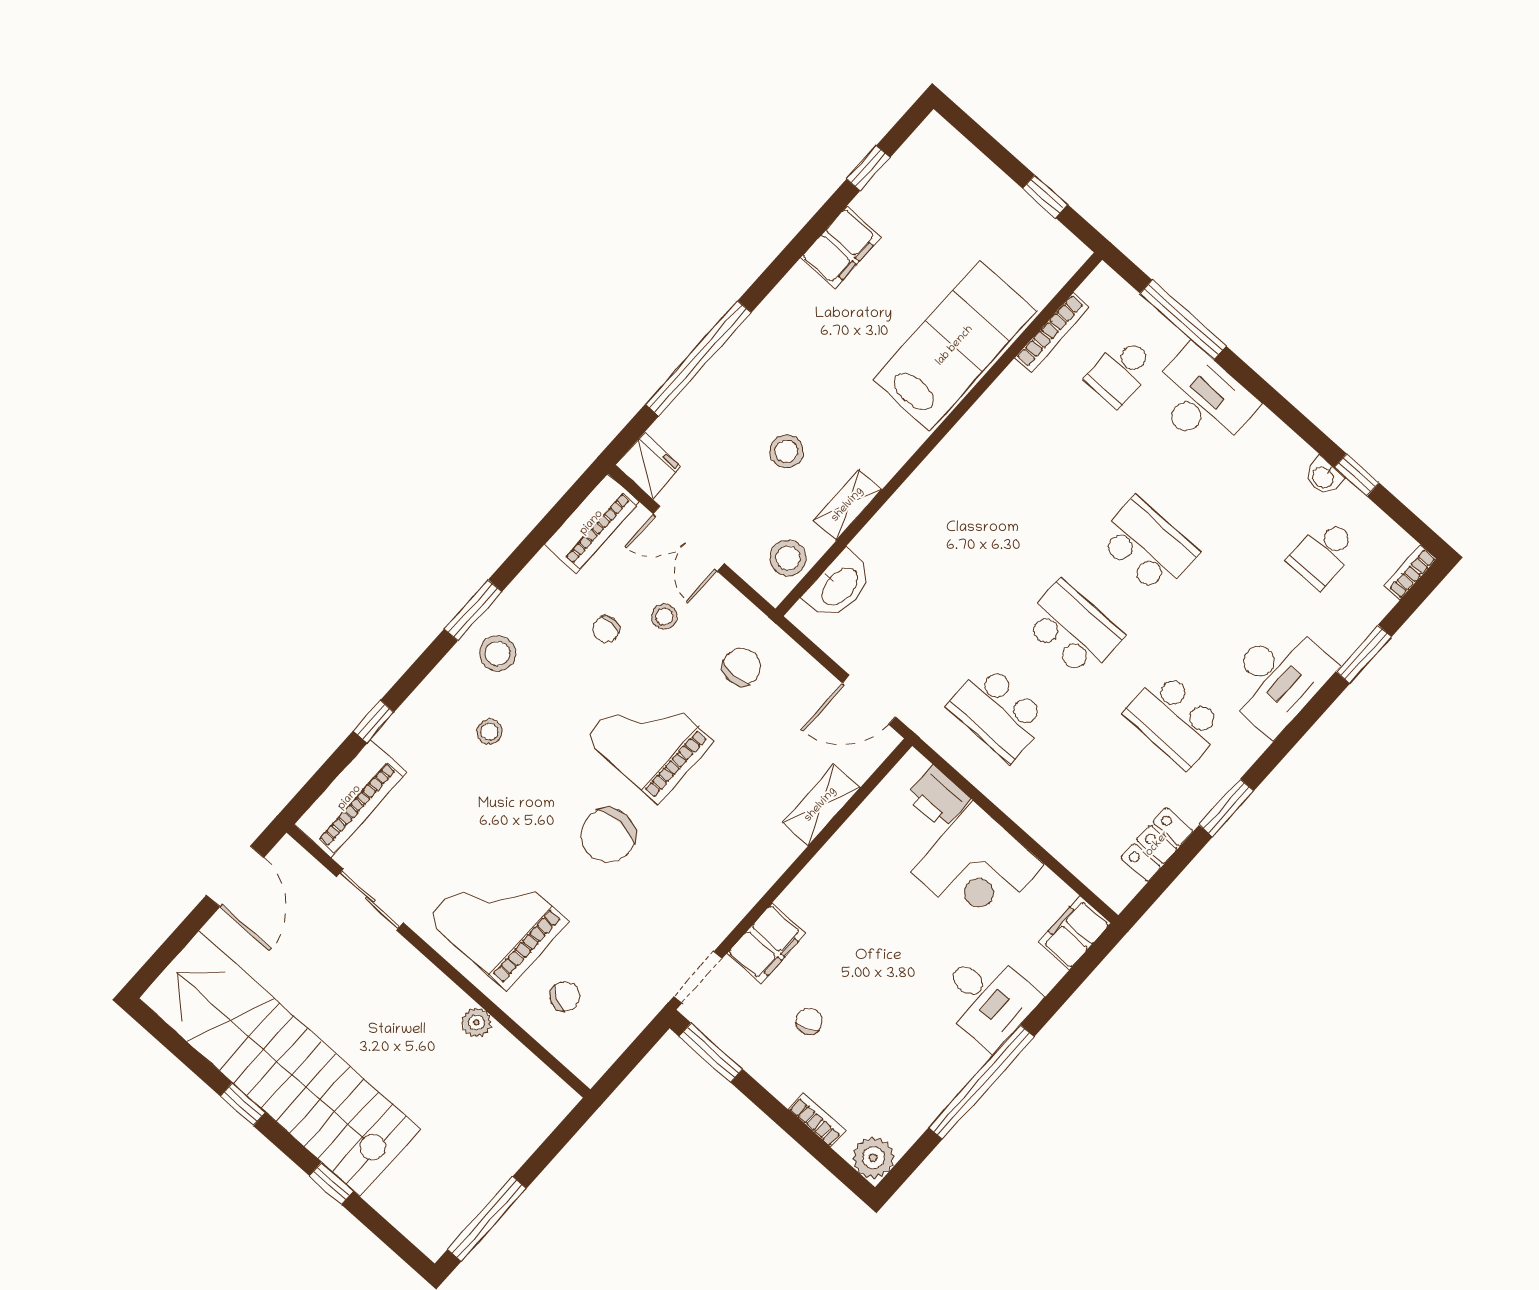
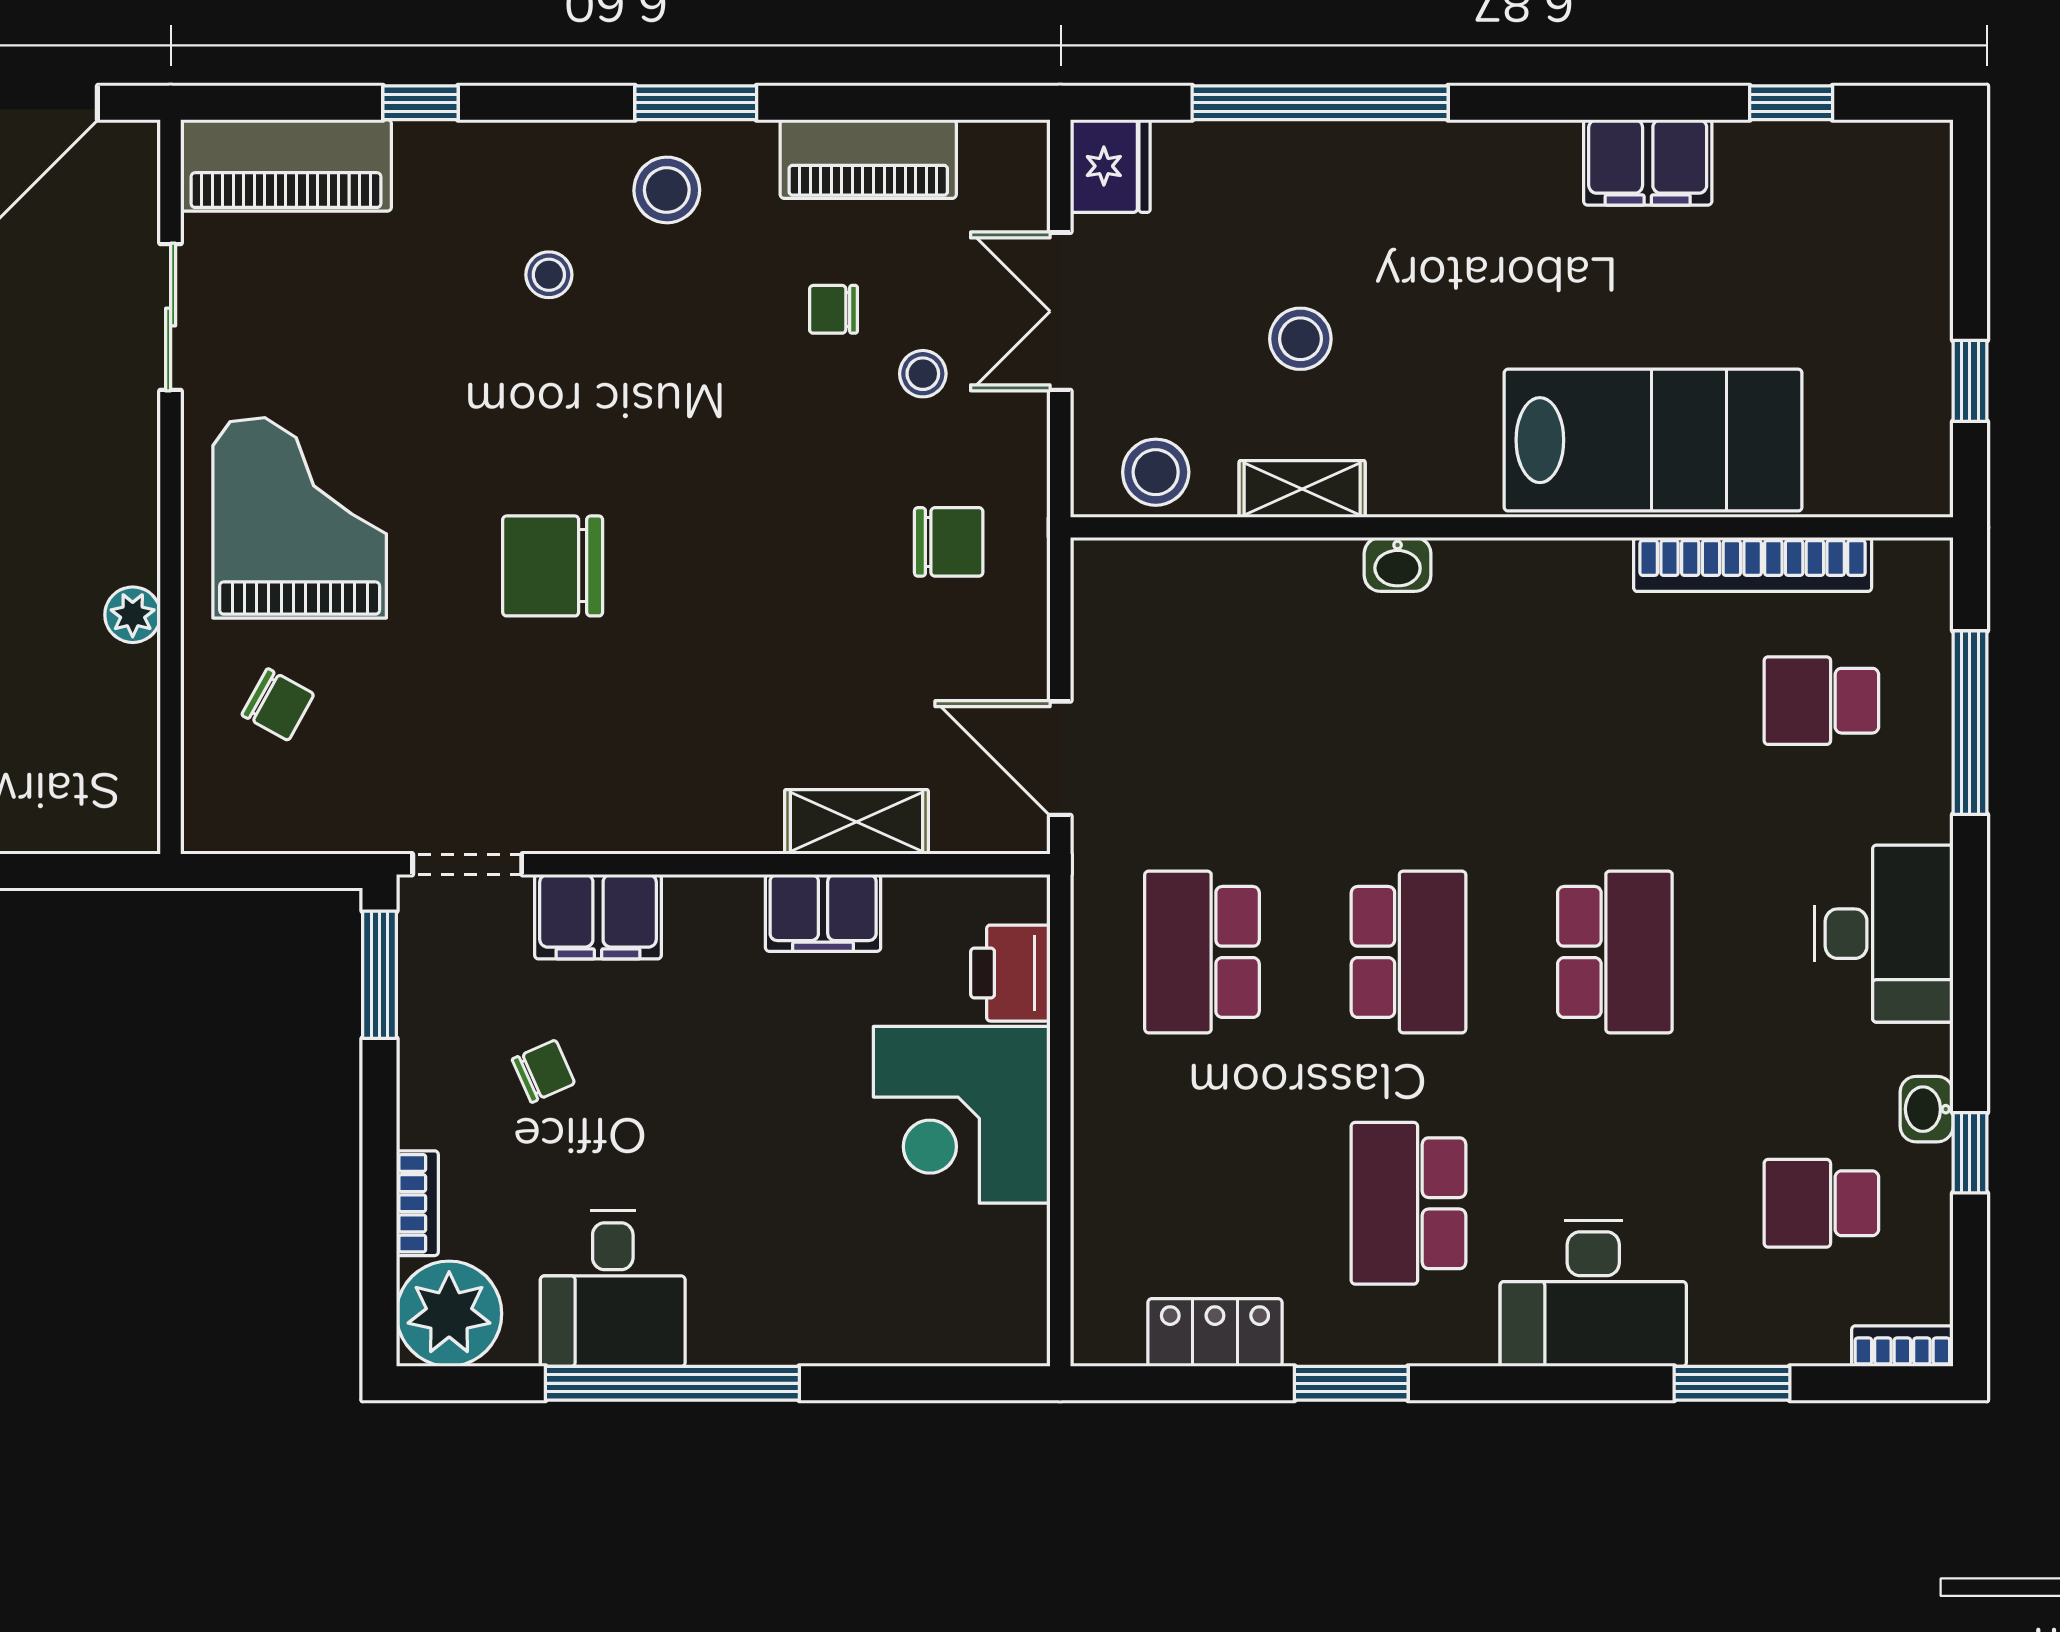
bookcase: (1052, 332) -> (1753, 564), width x1.48, depth x1.31
desk: (1202, 399) -> (1884, 934), moved
piano: (592, 523) -> (868, 159), moved
washbasin: (839, 586) -> (1398, 564), moved, width x0.52, depth x0.69
grand piano: (649, 740) -> (734, 505), removed
filing cabinet: (1075, 933) -> (823, 913), moved, turned 180
desk: (987, 998) -> (613, 1288), moved
plant: (873, 1158) -> (449, 1314), width x1.36, depth x1.36

